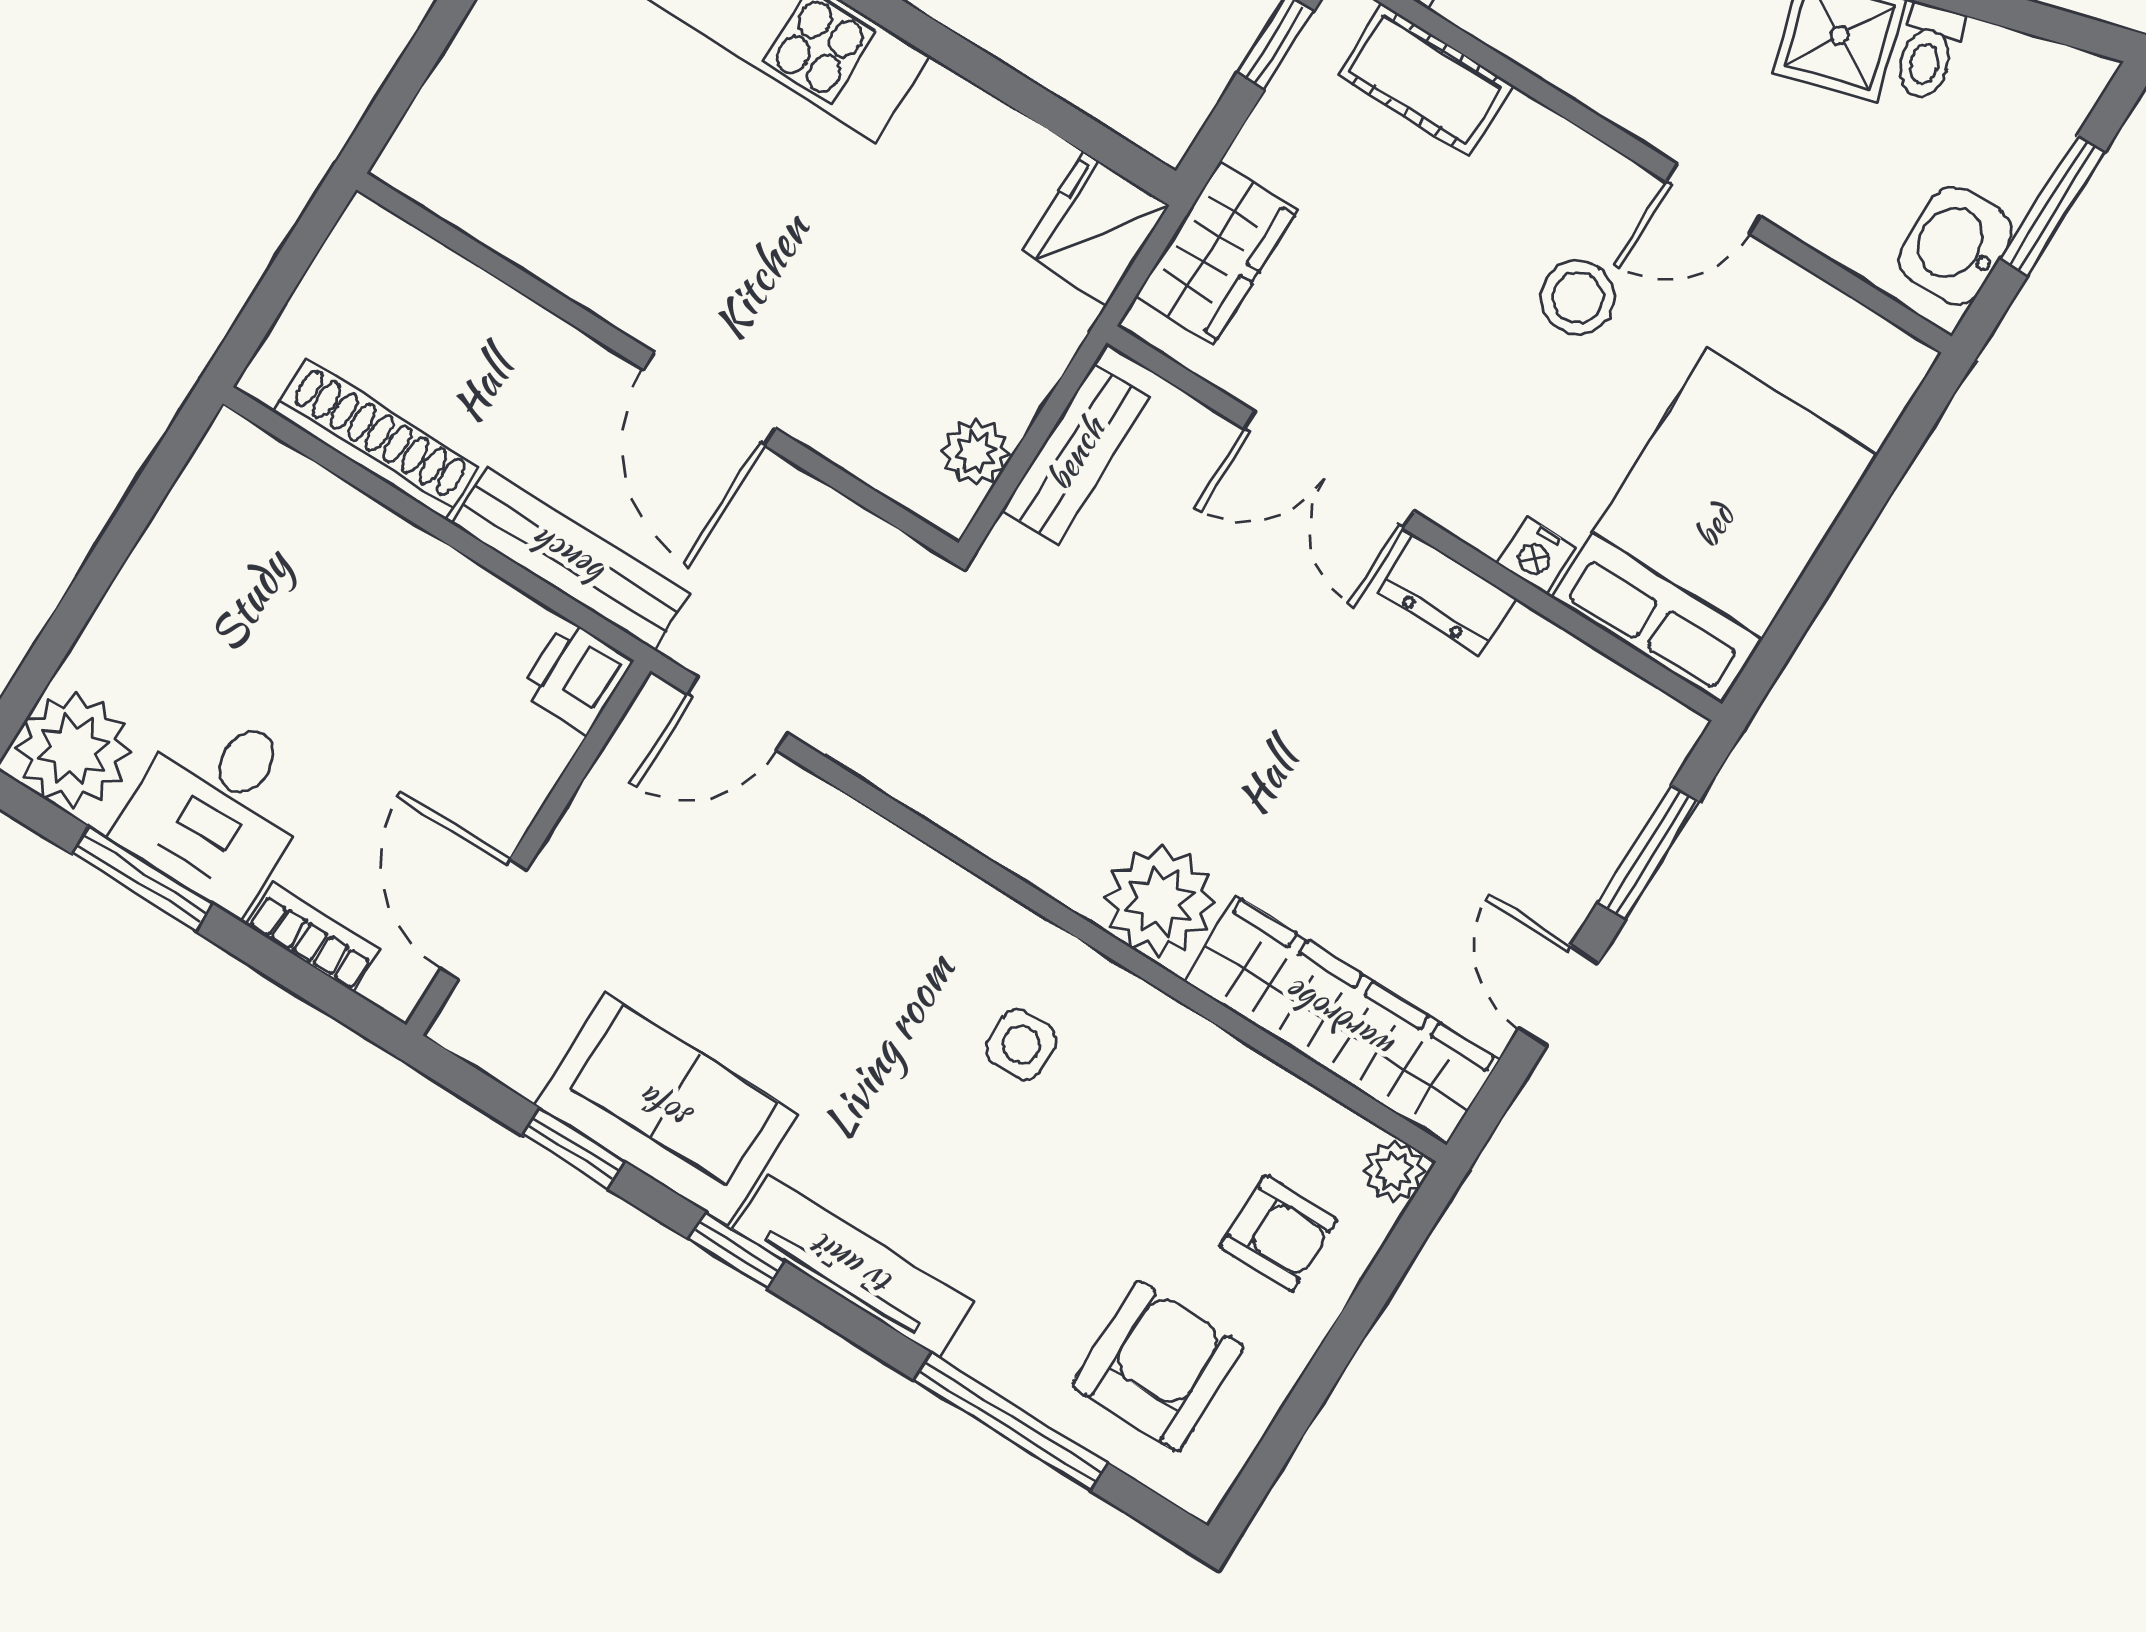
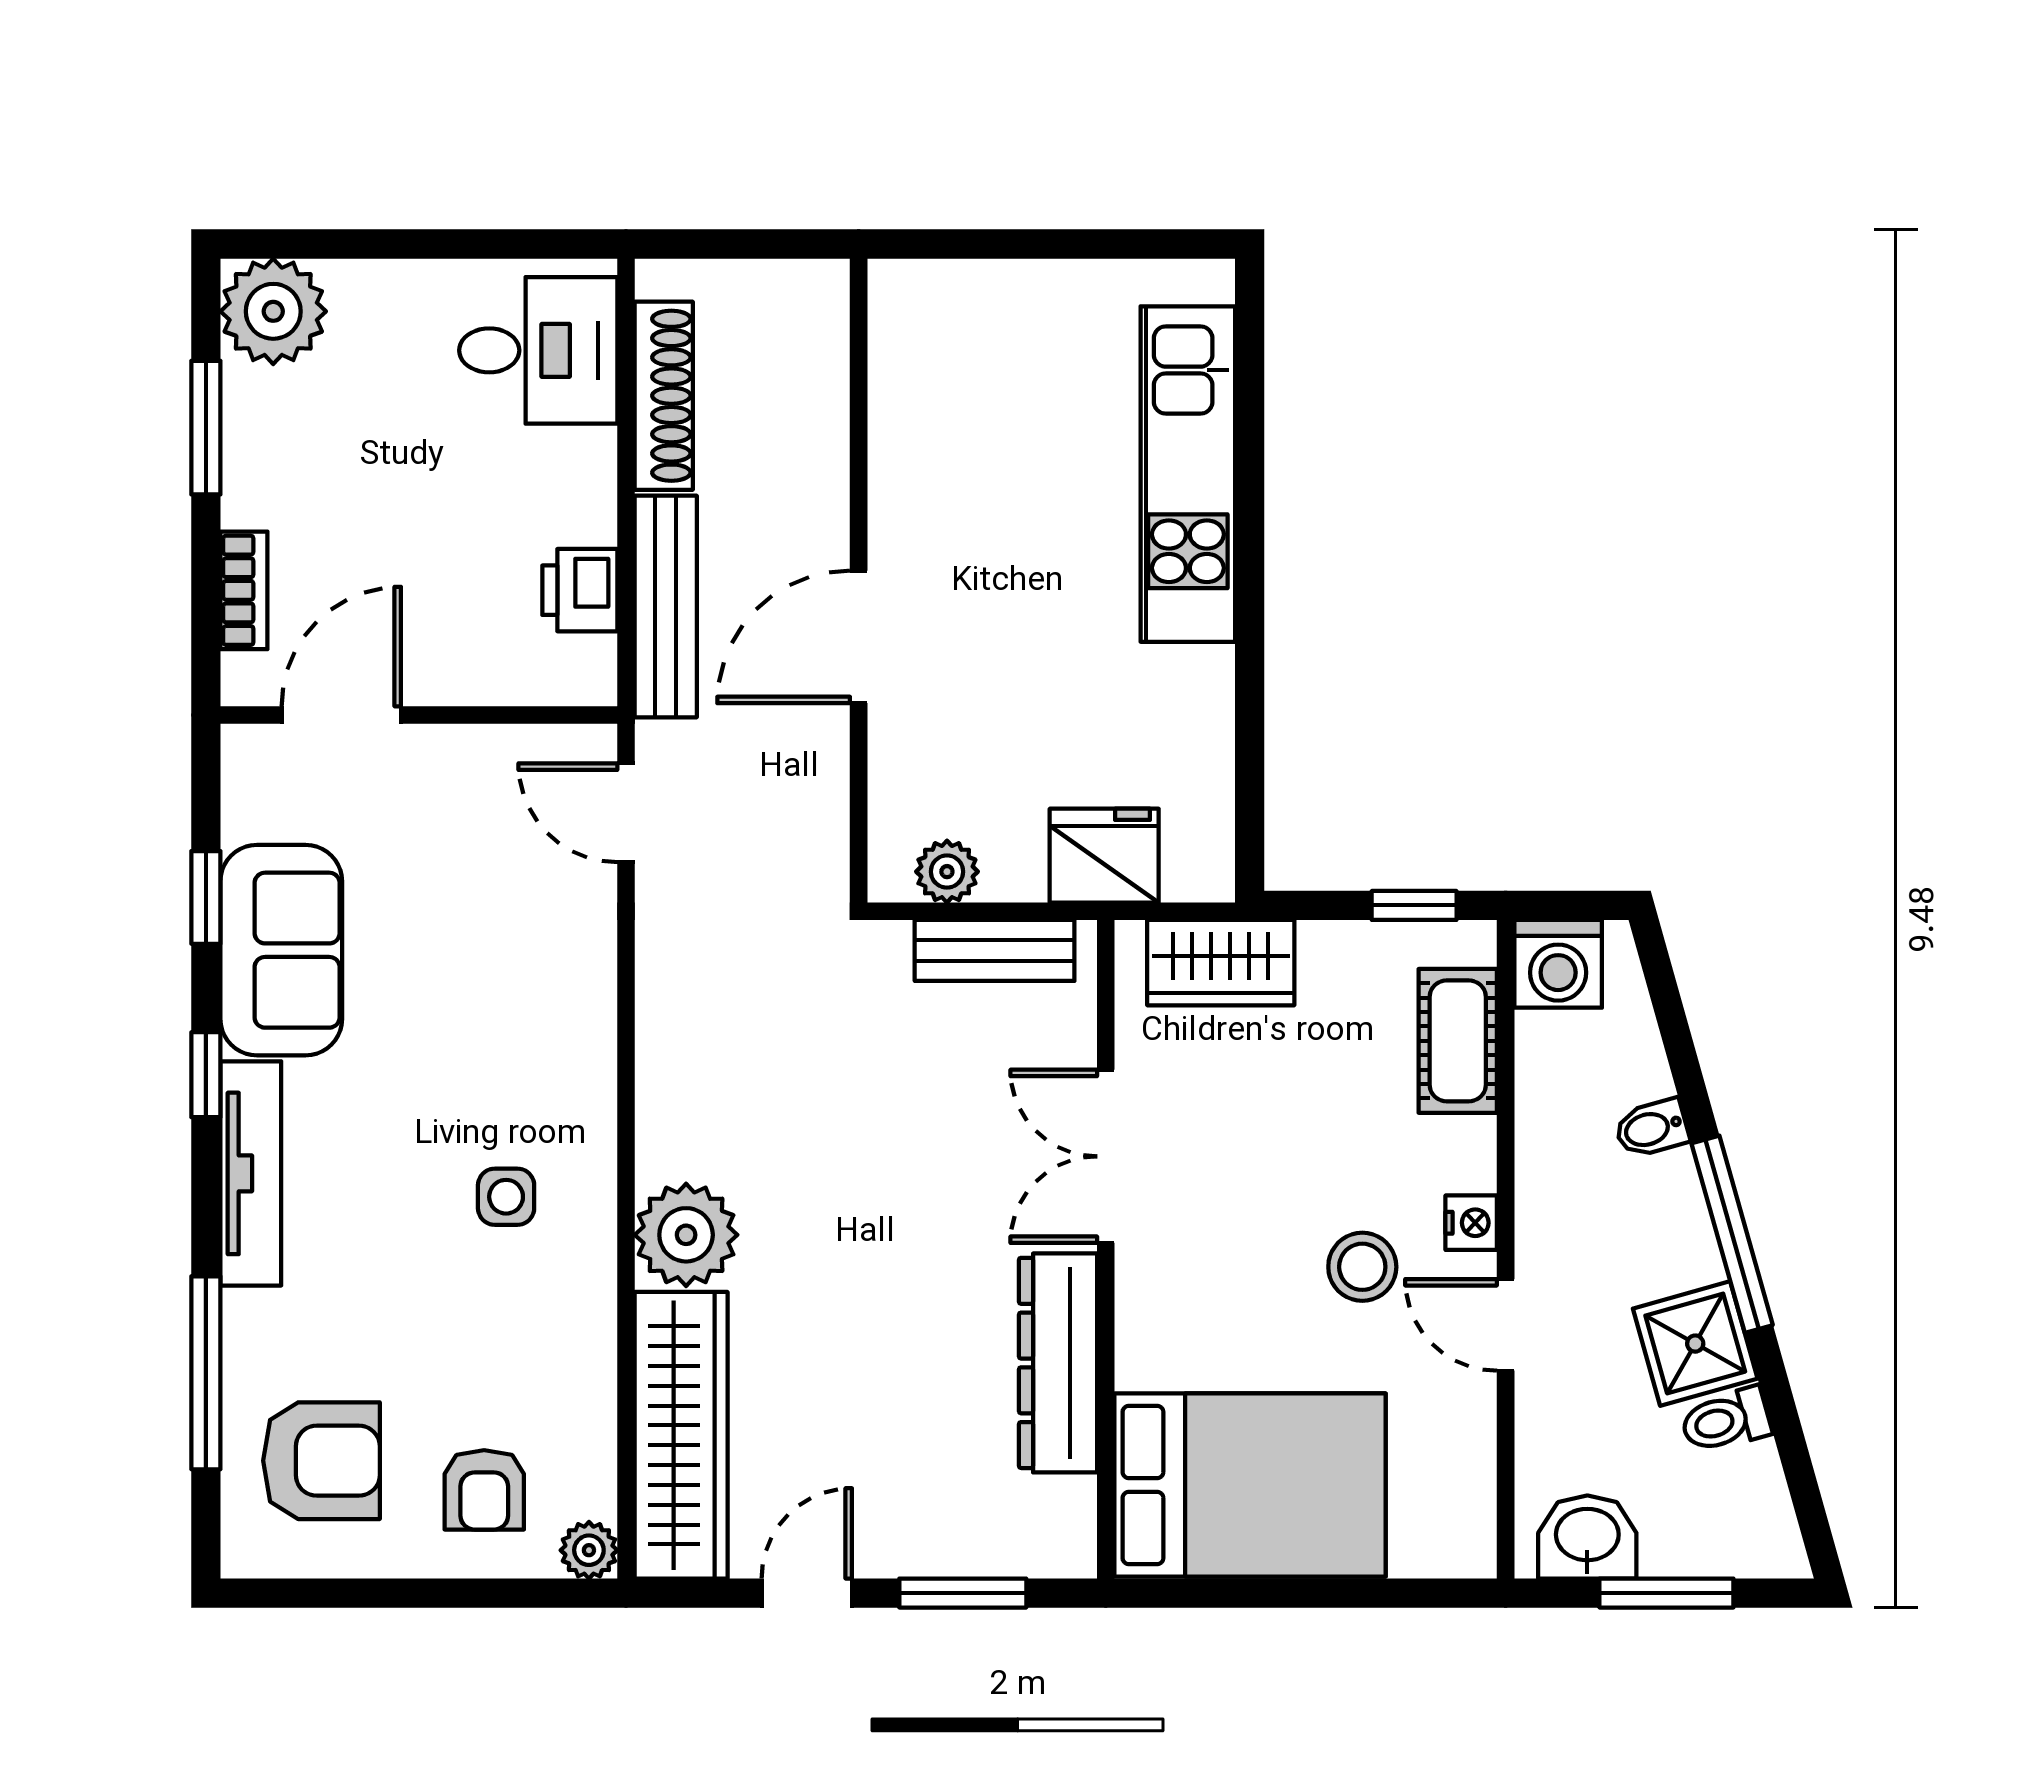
fridge: (1095, 228) -> (1104, 856), moved
nightstand: (1536, 555) -> (1471, 1223), moved, turned 180
dresser: (1446, 595) -> (1058, 1363), width x1.96, depth x1.24
printer: (576, 677) -> (580, 590), moved, turned -90
desk: (218, 807) -> (538, 350), moved, turned 180

